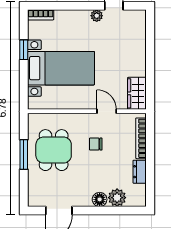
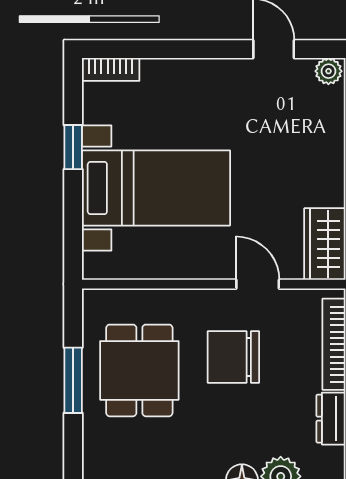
plant: (97, 16) -> (328, 71), moved
chair: (96, 144) -> (233, 357), width x1.87, depth x1.87

